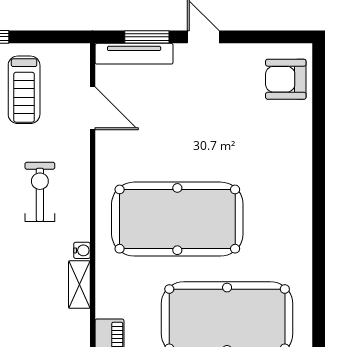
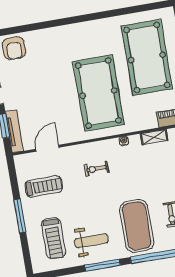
exercise bike: (40, 192) -> (97, 169), width x0.73, depth x0.72
shelving: (79, 285) -> (154, 137), moved

